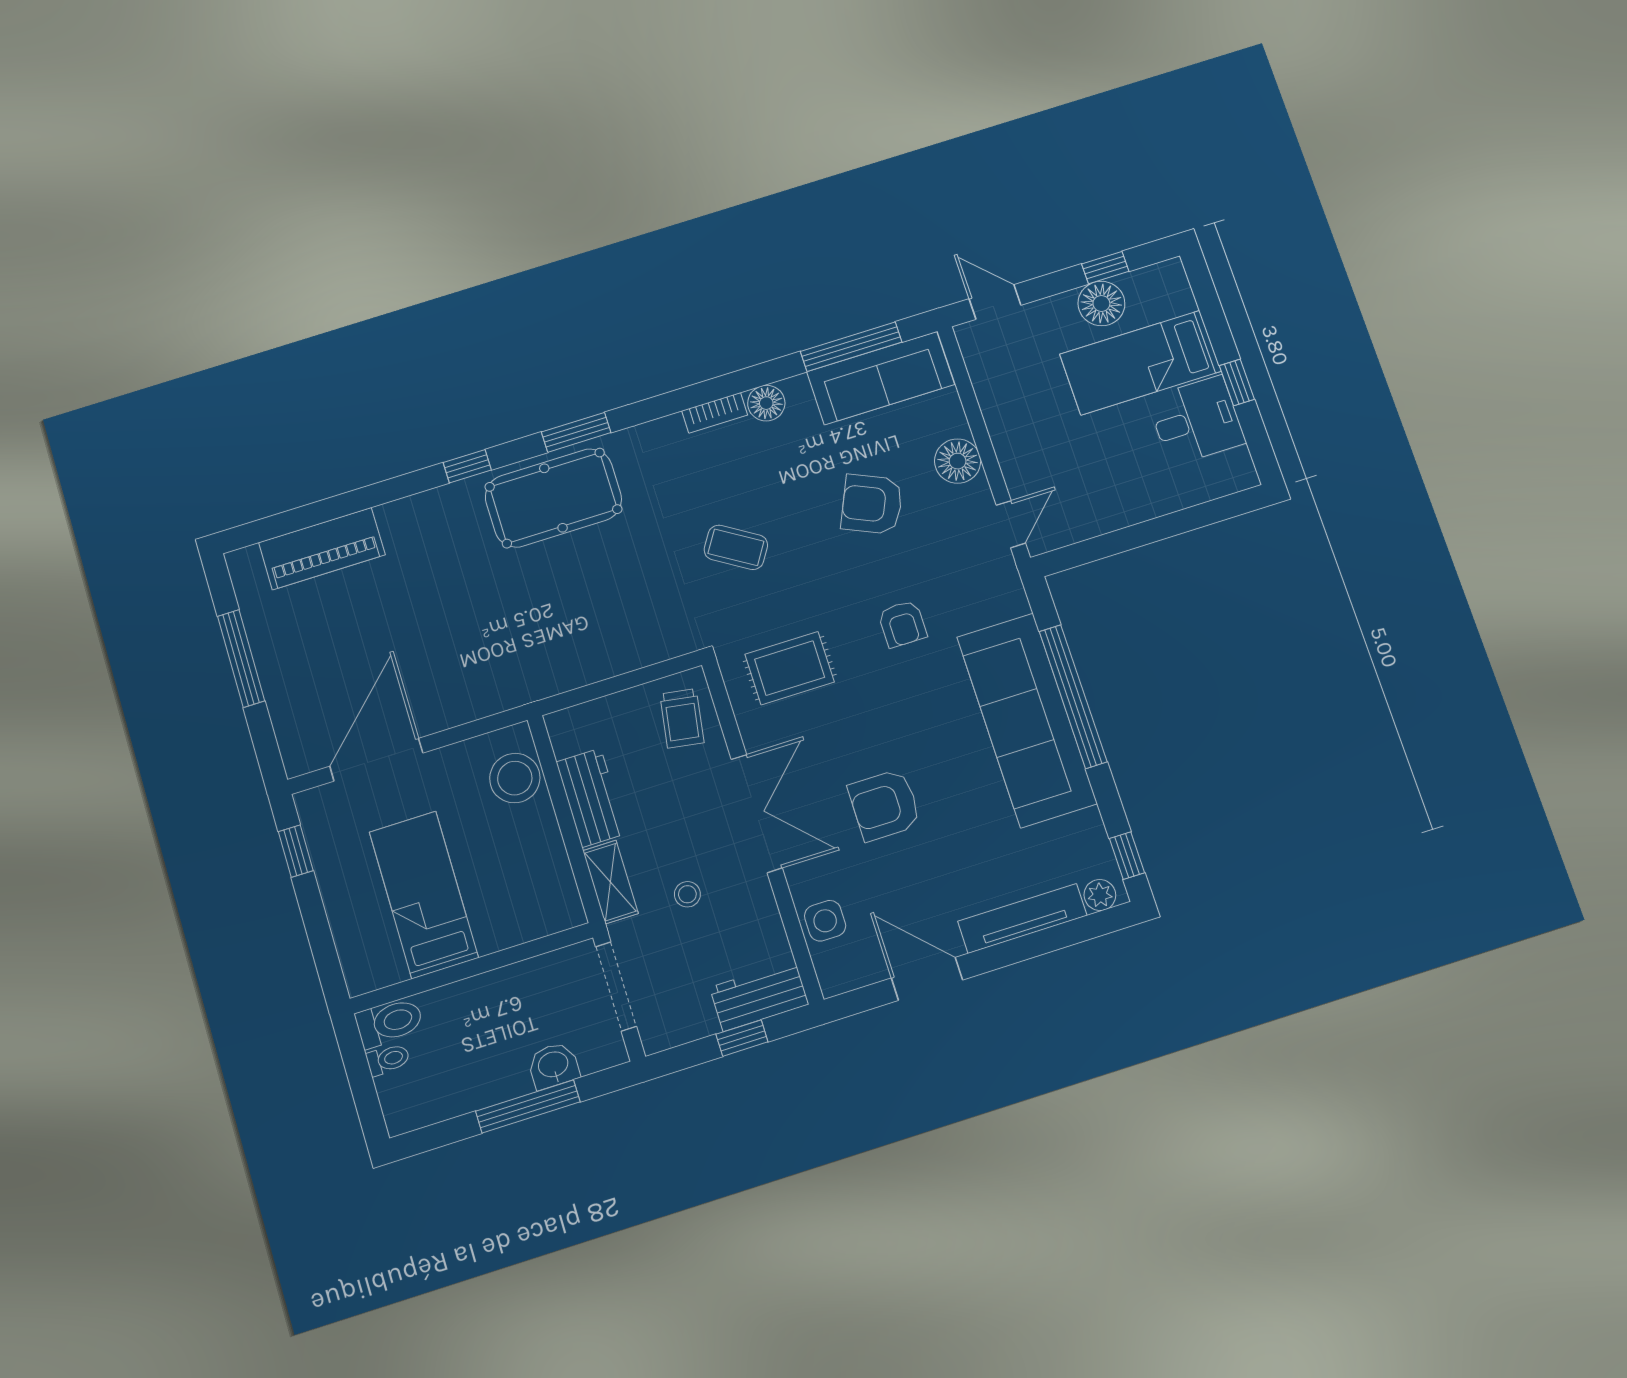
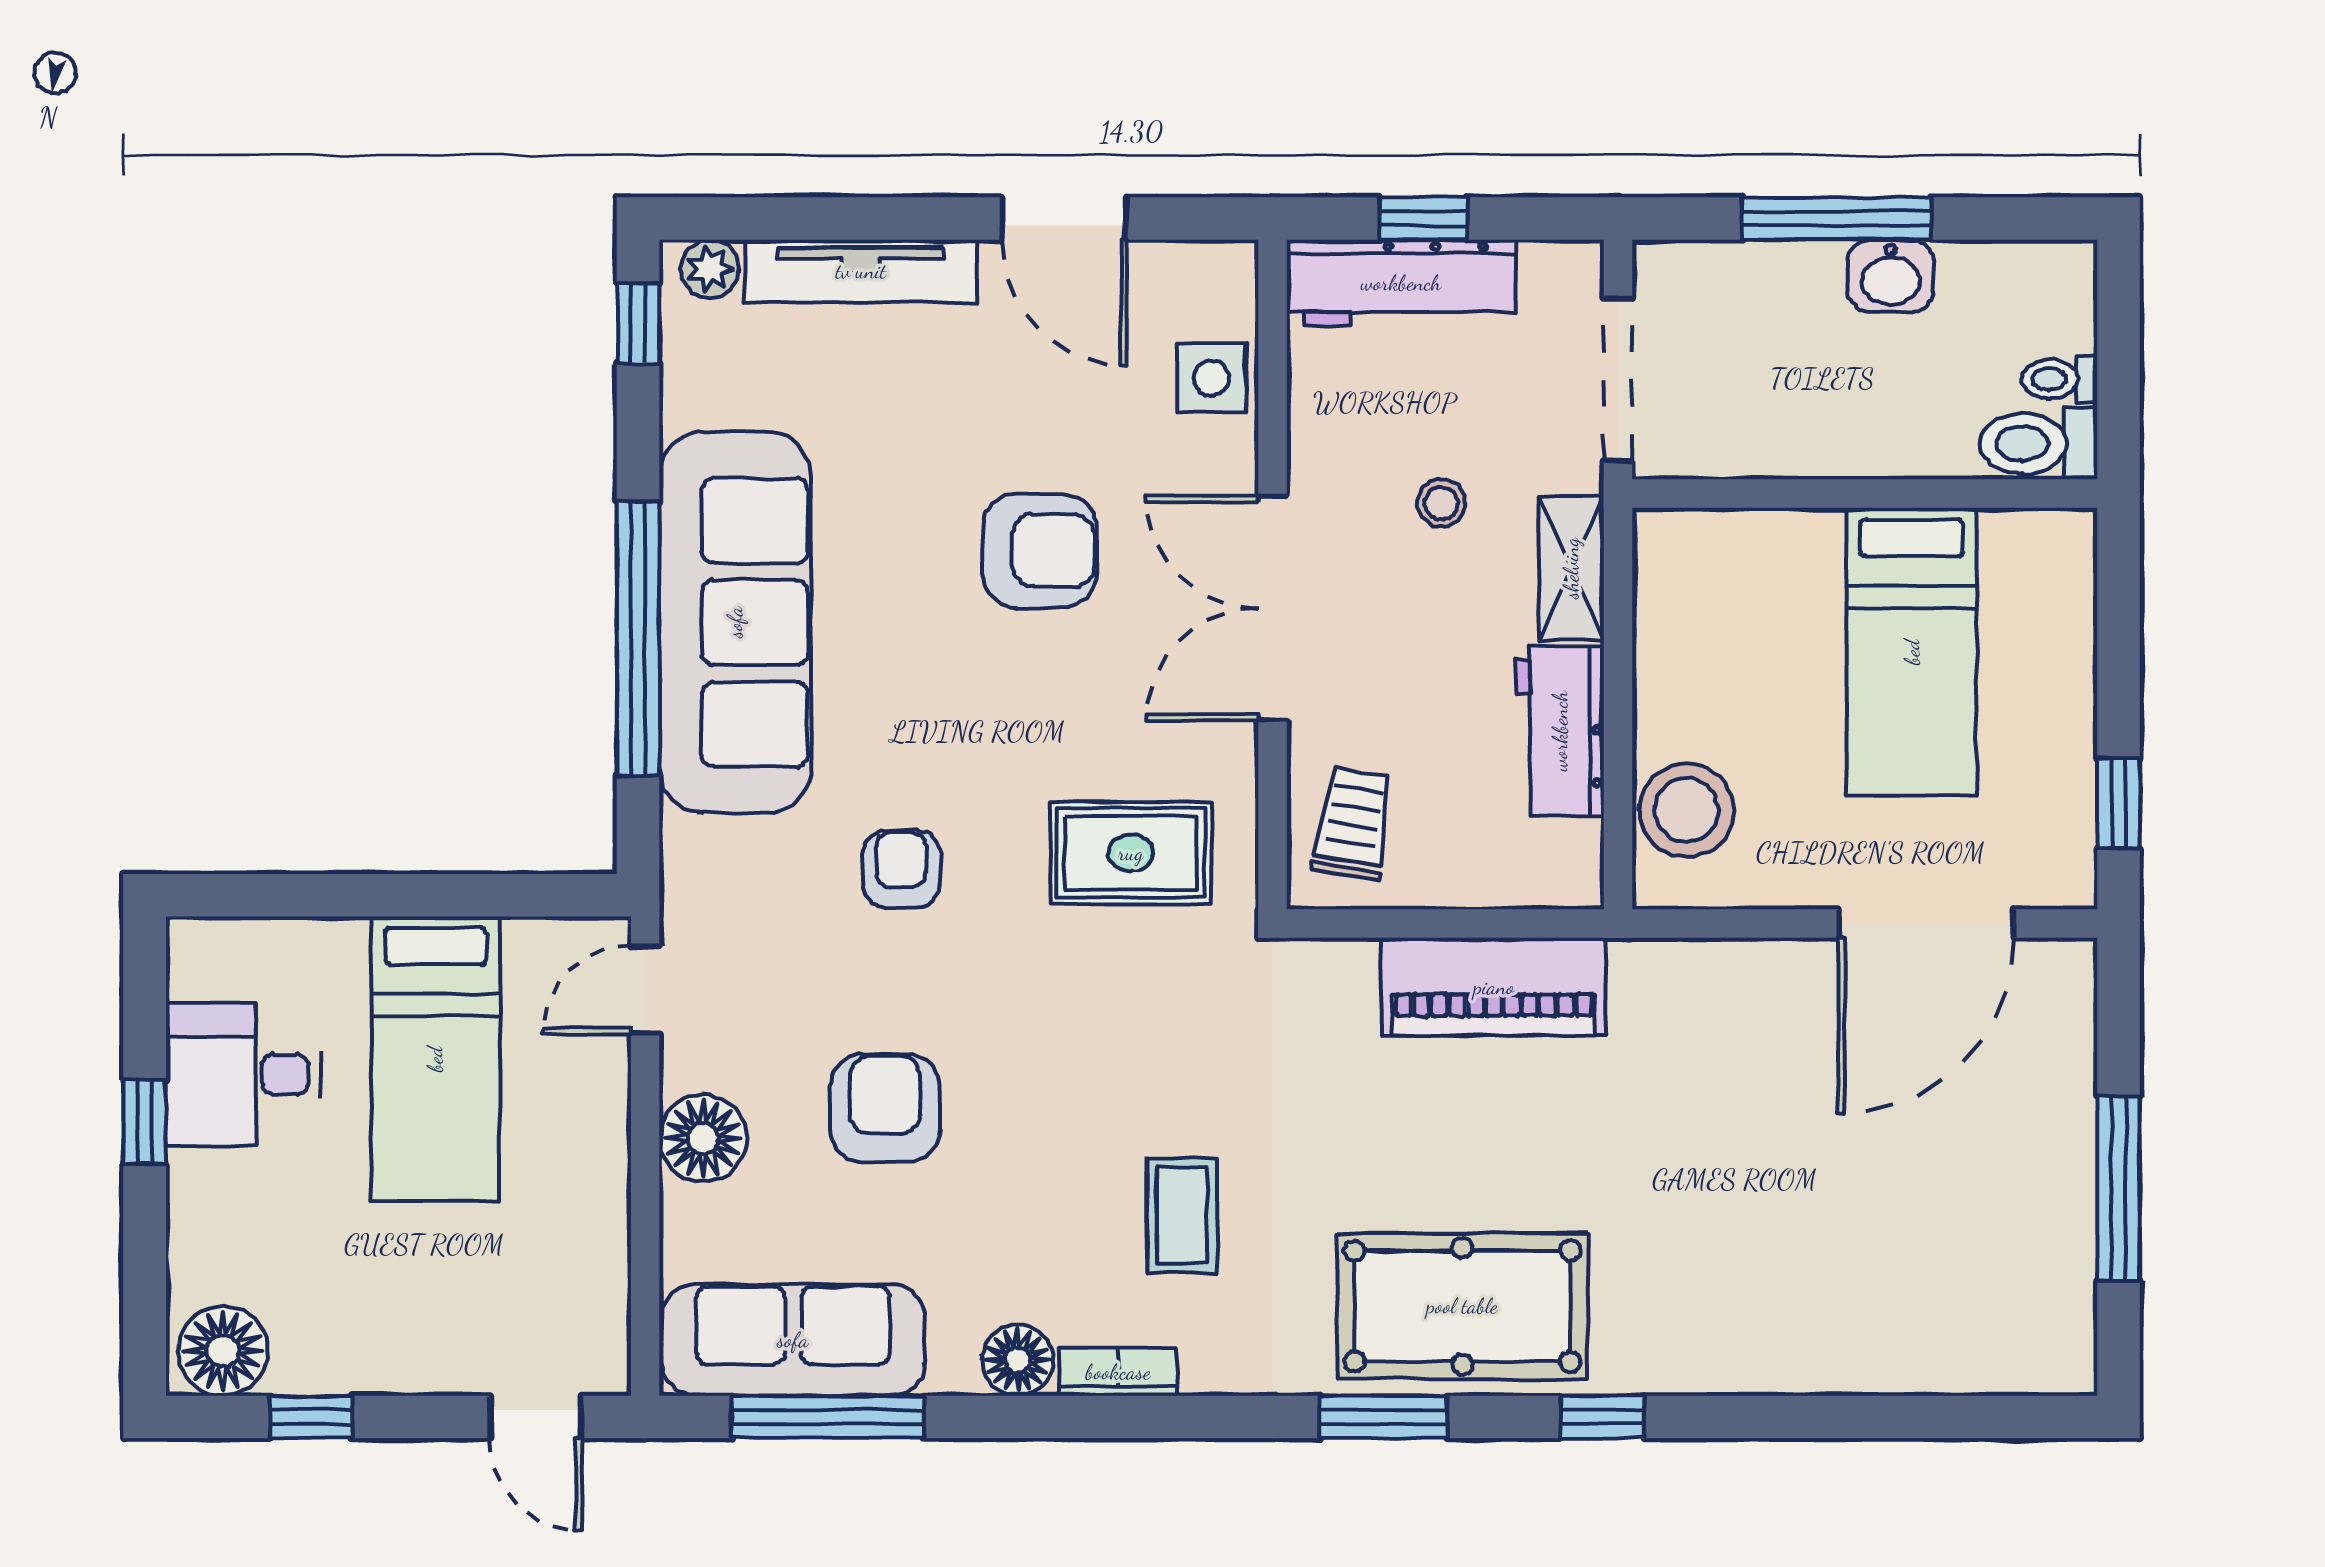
floor lamp: (1101, 303) -> (223, 1351), moved
bed: (1140, 363) -> (435, 1059), moved, turned 90
armchair: (872, 504) -> (885, 1108), turned -114
coffee table: (736, 547) -> (1182, 1216), moved, turned 58
piano: (322, 549) -> (1494, 987), moved, turned 180
workbench: (759, 996) -> (1401, 283), width x1.38
washbasin: (553, 1065) -> (1891, 276), moved

